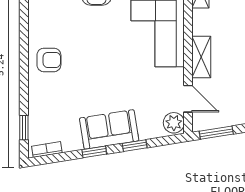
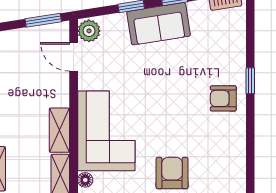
shelving: (201, 57) -> (59, 130), moved
window: (24, 128) -> (250, 81), moved

